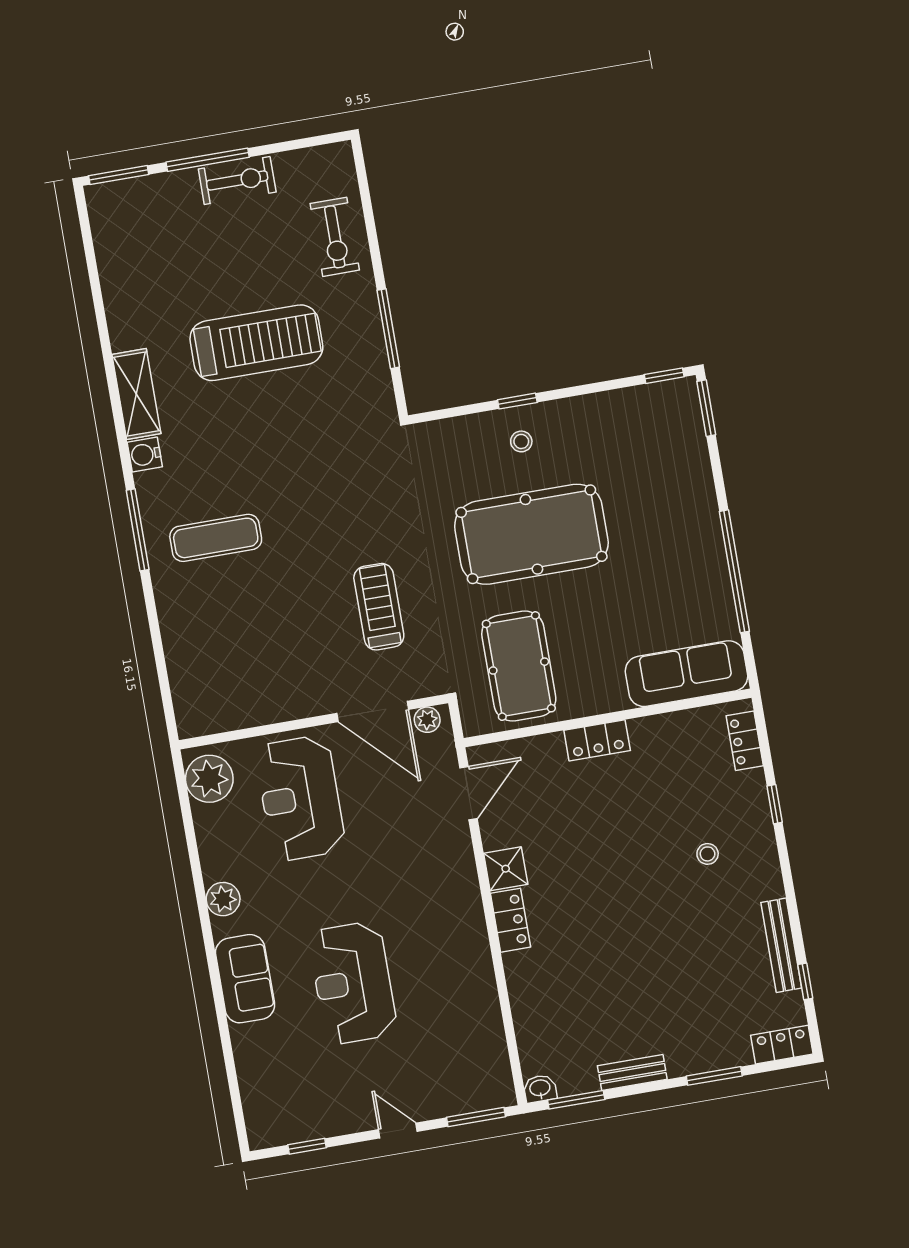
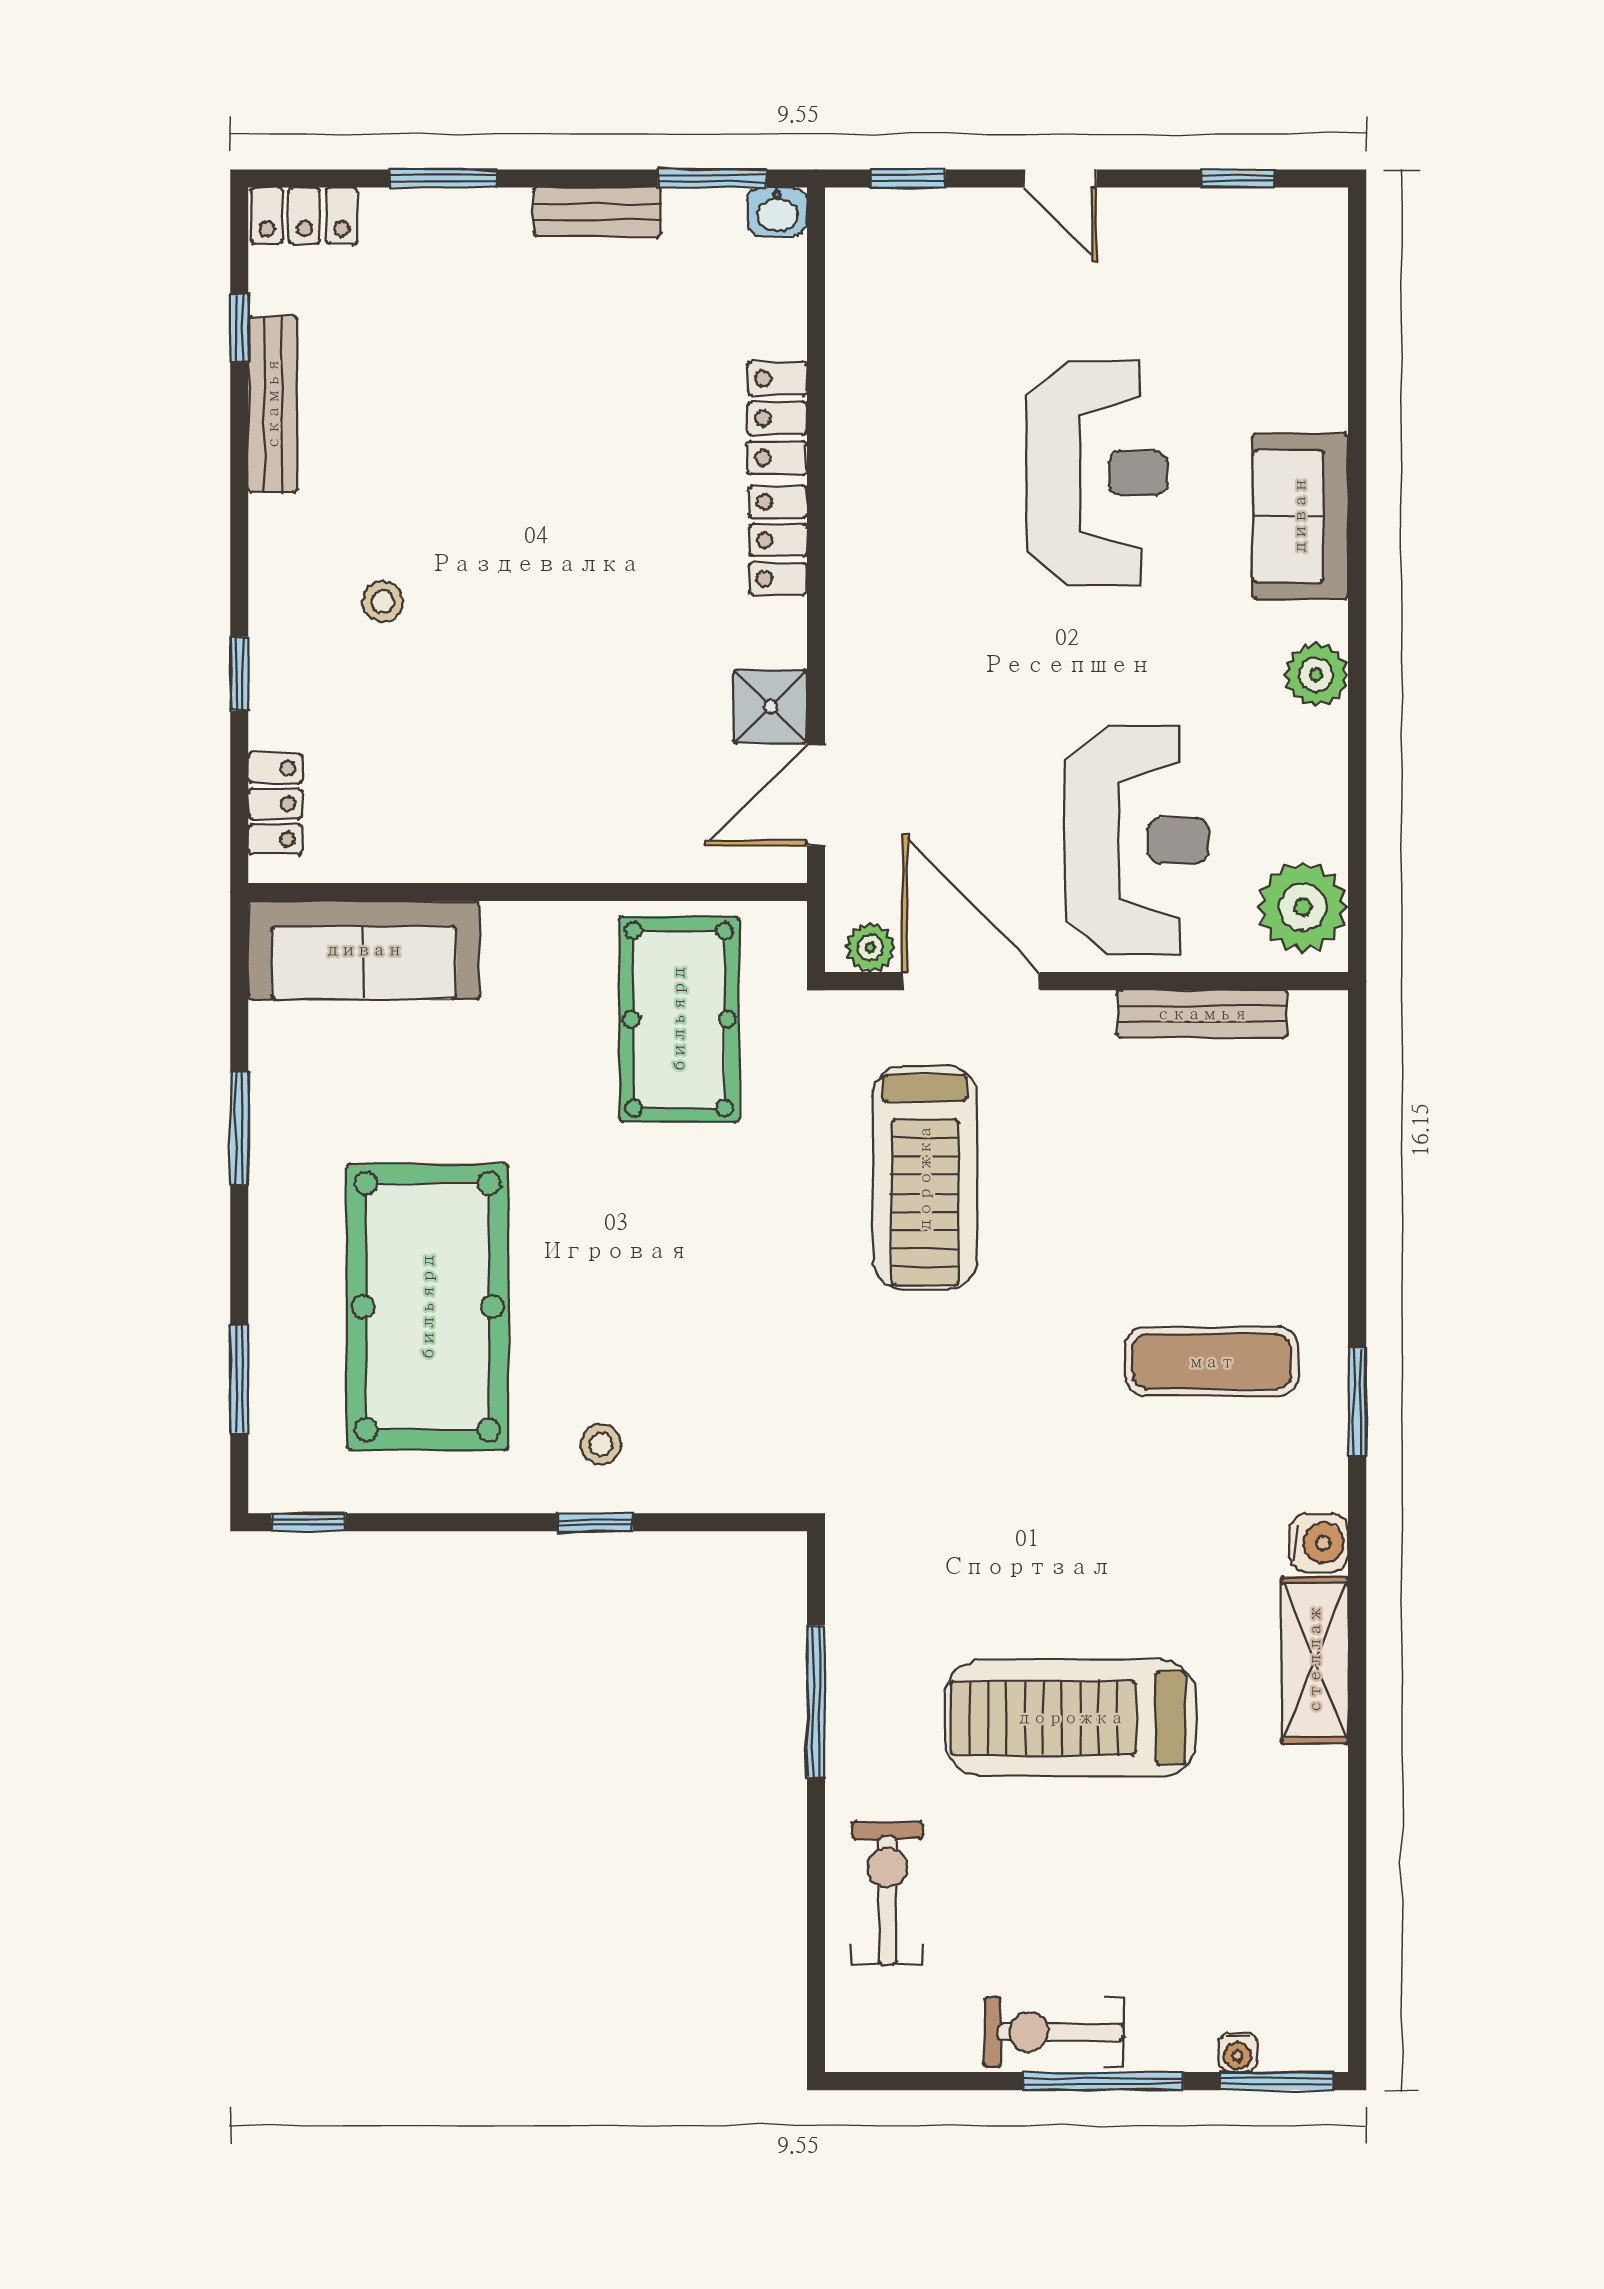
water cooler: (141, 186) -> (1238, 2052), added
window: (706, 408) -> (239, 1379), moved
window: (138, 530) -> (1357, 1402), width x0.69
pool table: (531, 534) -> (428, 1307), moved, turned 90
window: (734, 571) -> (239, 1128), width x0.47
treadmill: (379, 607) -> (925, 1178), width x1.37, depth x1.38
bench: (251, 715) -> (1202, 1014), added
locker: (597, 740) -> (777, 418), moved, turned -90
shower: (506, 869) -> (770, 707), moved
window: (476, 1117) -> (908, 178), width x0.67

